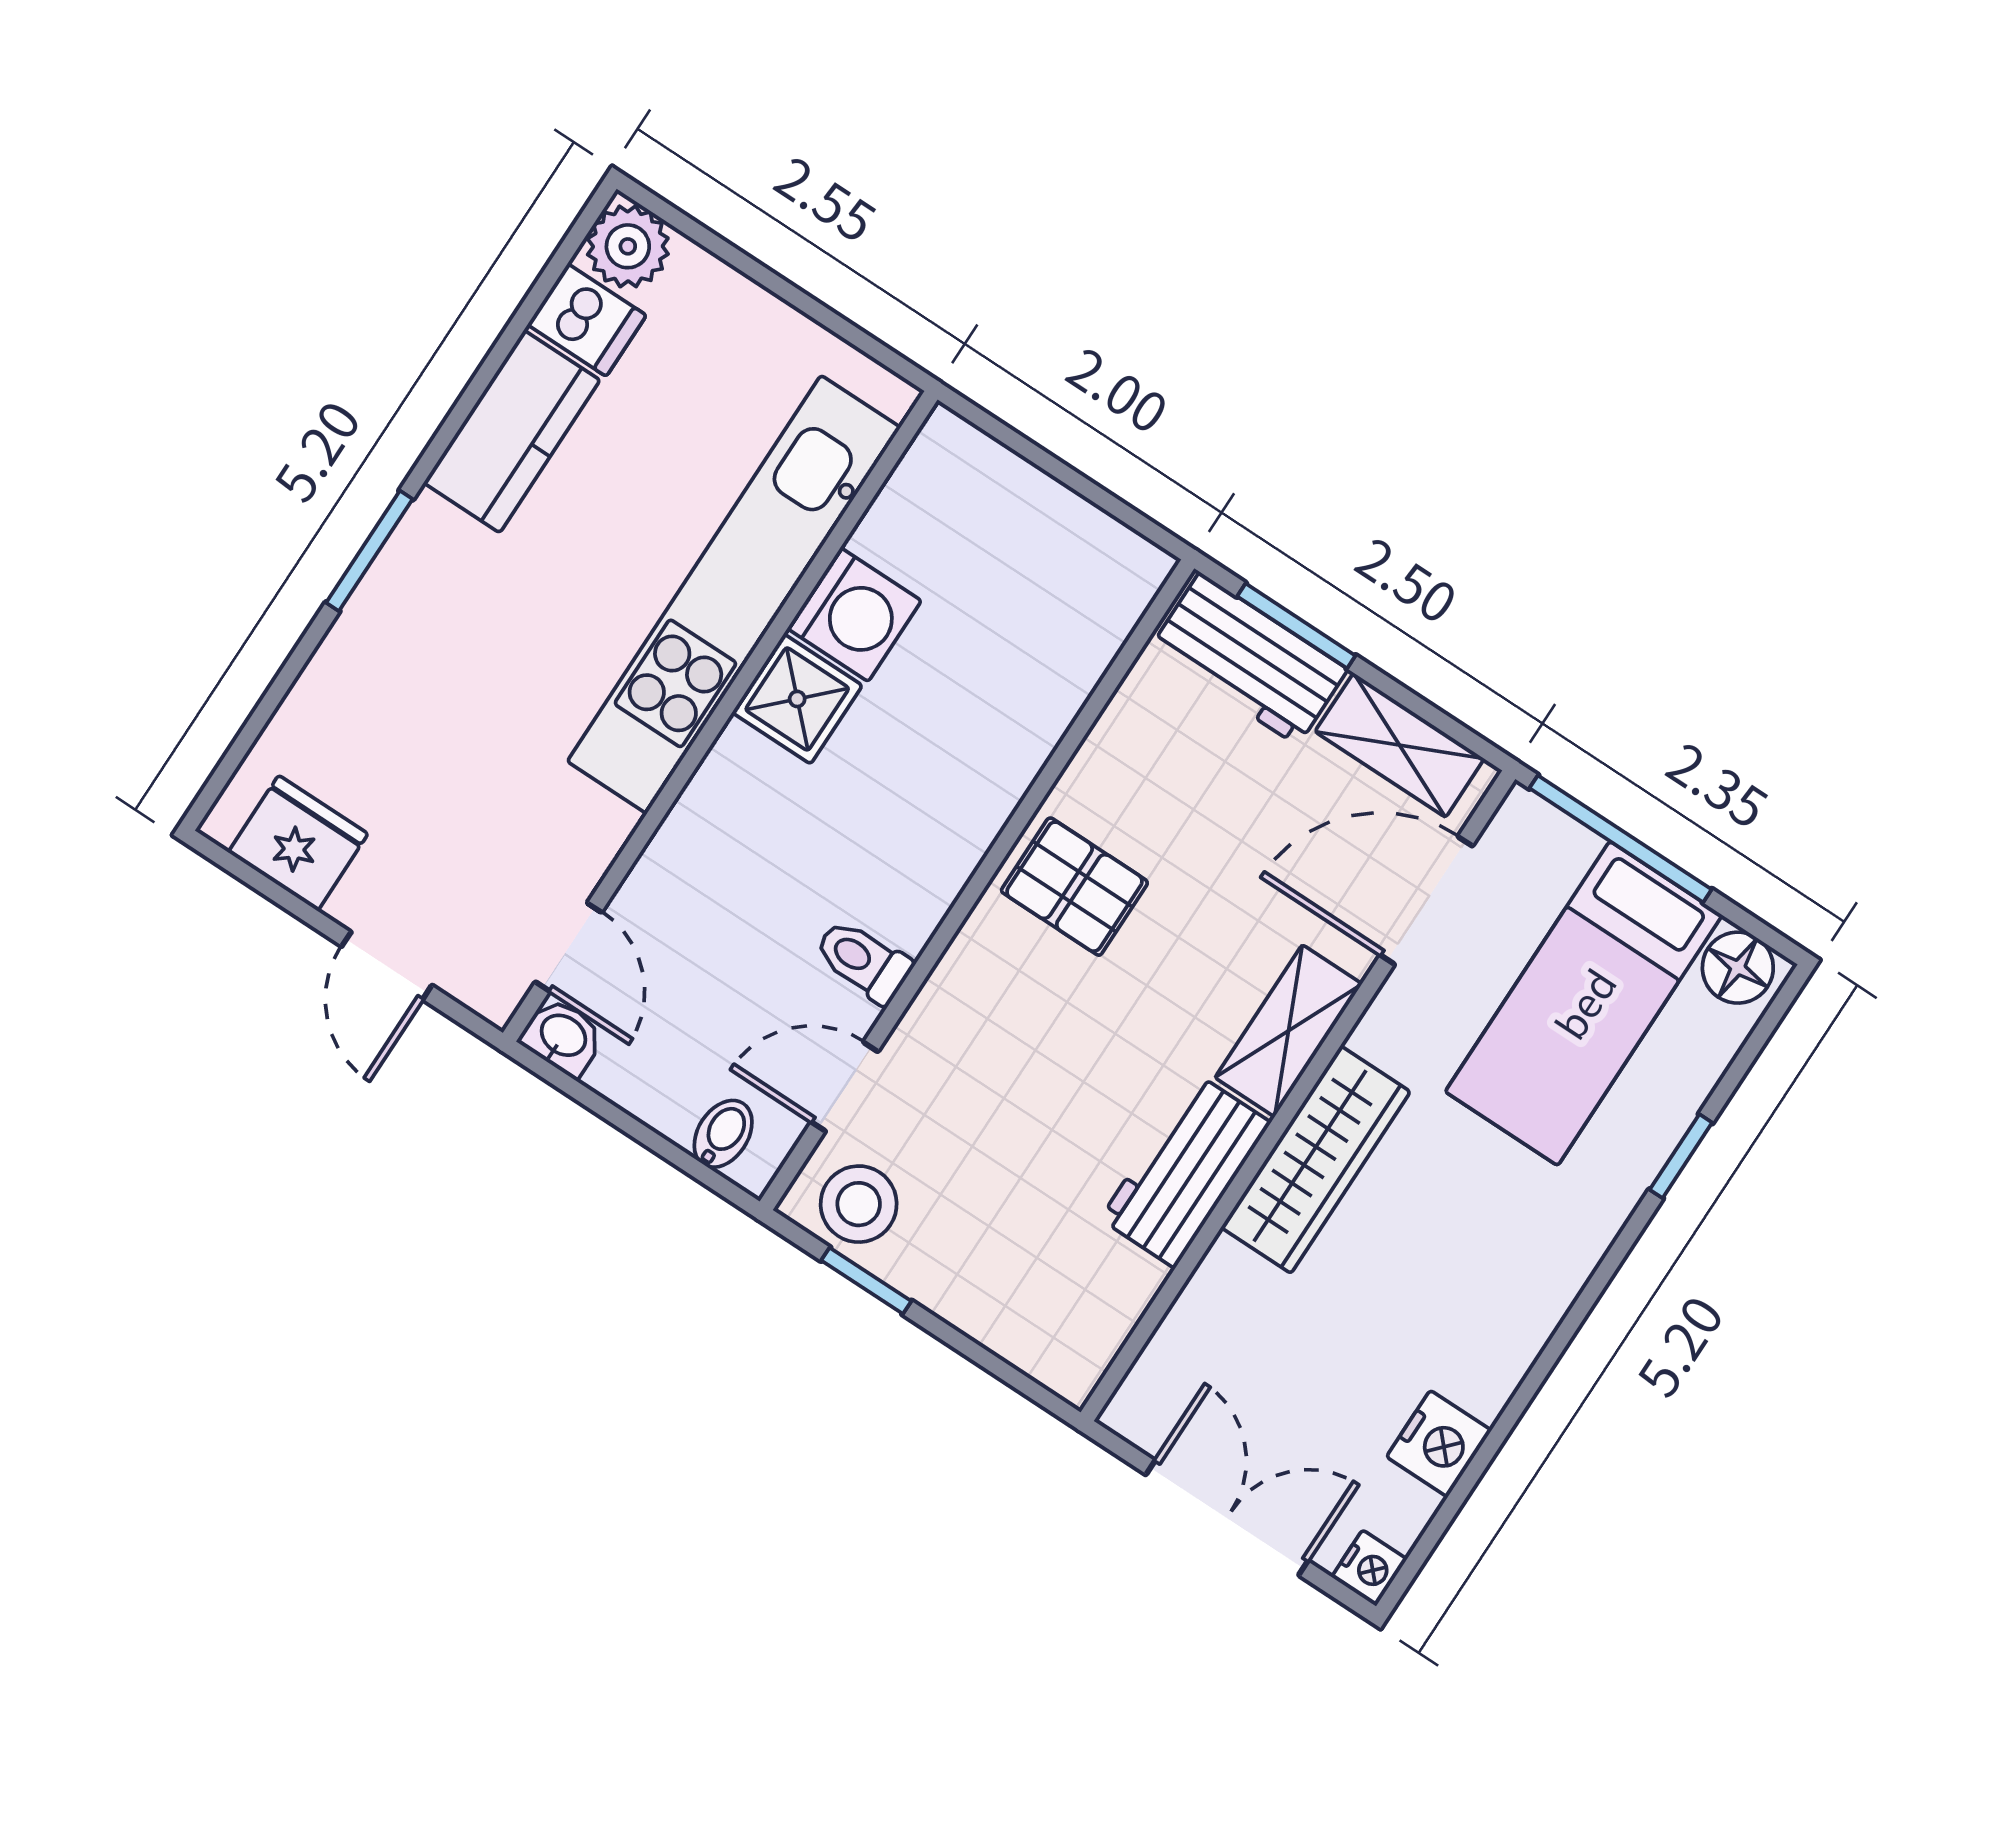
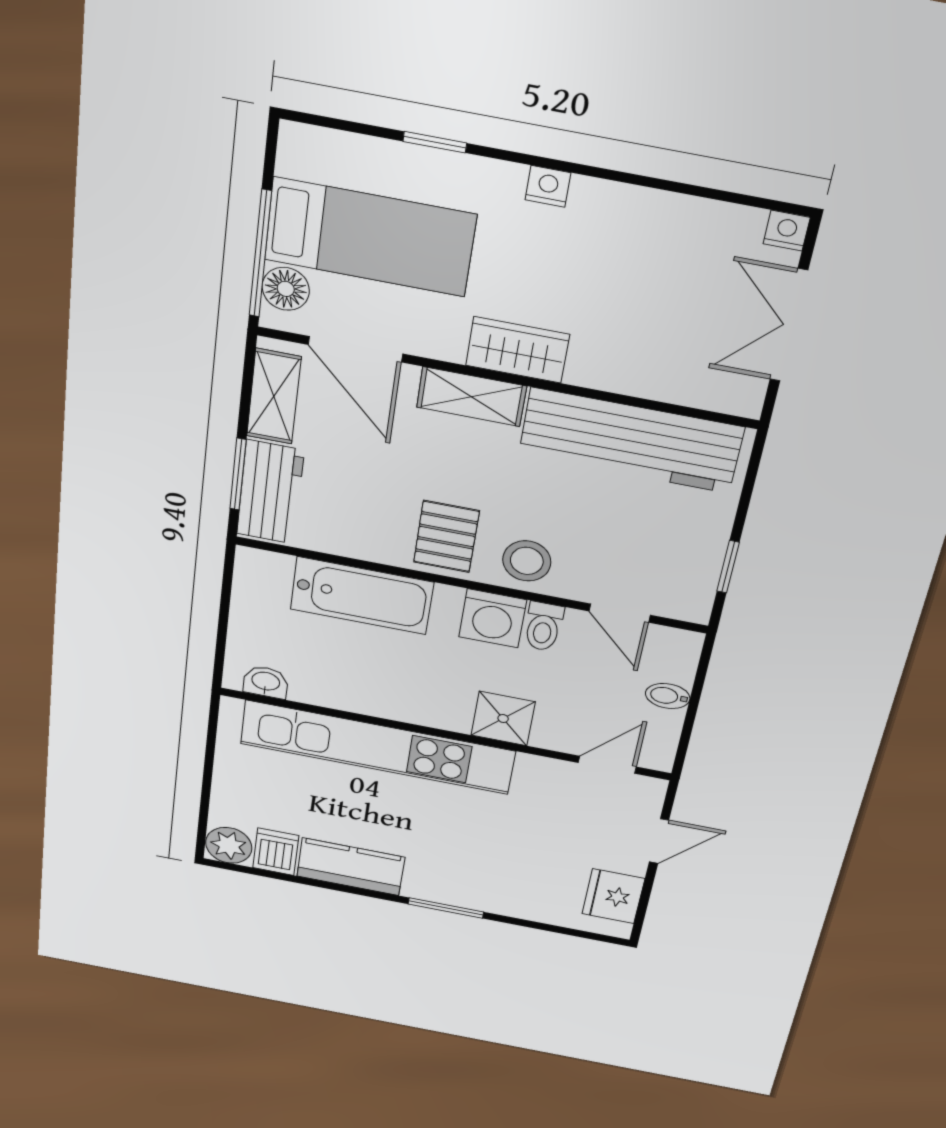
washing machine: (854, 615) -> (493, 618), moved, turned 180
shower: (797, 699) -> (503, 719), moved
bathtub: (1021, 708) -> (362, 596), added
floor lamp: (1738, 968) -> (286, 289), moved
washbasin: (562, 1037) -> (266, 682), moved, turned 90
bidet: (723, 1134) -> (668, 696), moved
wardrobe: (1316, 1160) -> (518, 350), width x0.67
workbench: (1185, 1171) -> (631, 441), width x1.88, depth x1.32
stool: (859, 1204) -> (527, 561), moved
nightstand: (1439, 1444) -> (548, 186), moved, width x0.72, depth x0.74

